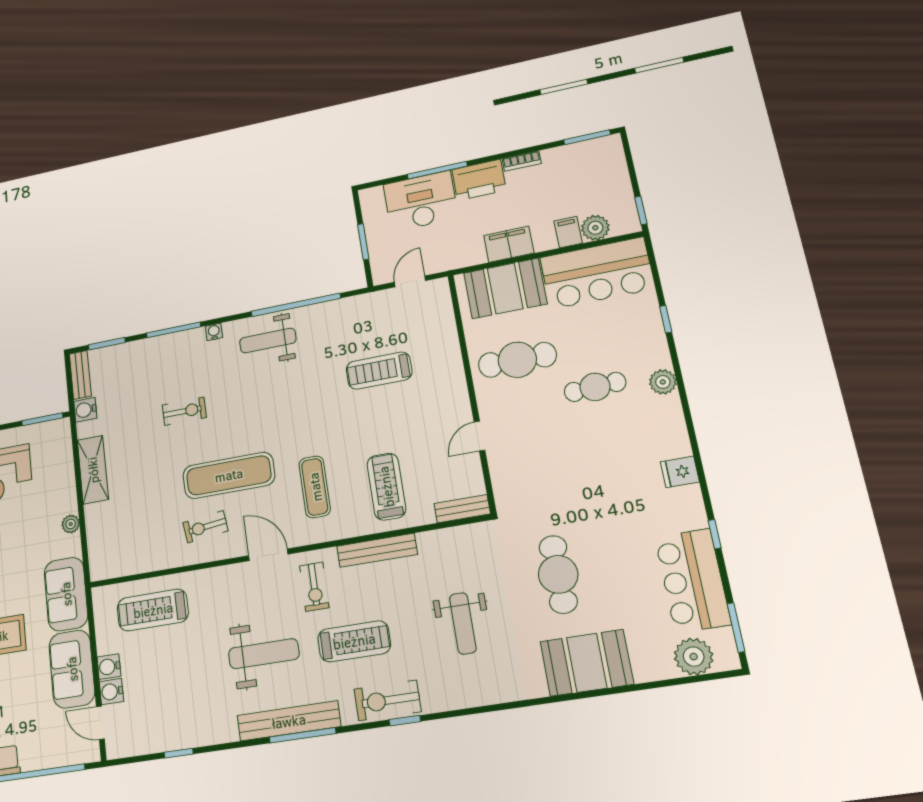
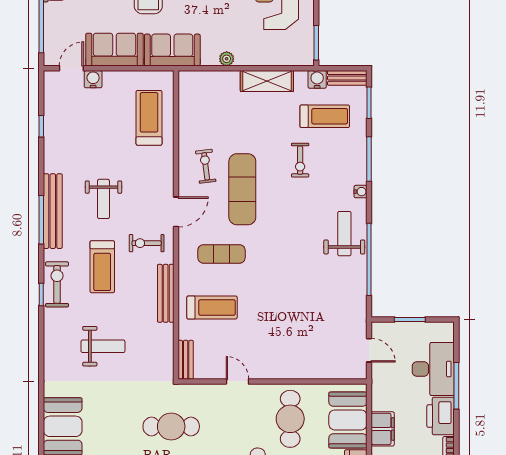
treadmill: (379, 371) -> (325, 116), moved, turned 90
cafe table: (558, 574) -> (171, 426), moved
weight bench: (463, 623) -> (103, 346), turned 180
weight bench: (264, 654) -> (103, 199), width x0.73, depth x0.75
water cooler: (109, 667) -> (112, 79), removed

